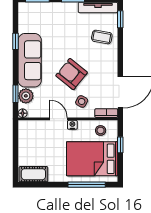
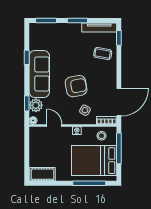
armchair: (72, 74) -> (76, 86), turned 131
door: (59, 119) -> (54, 126), moved
window: (120, 145) -> (119, 148), width x2.17

